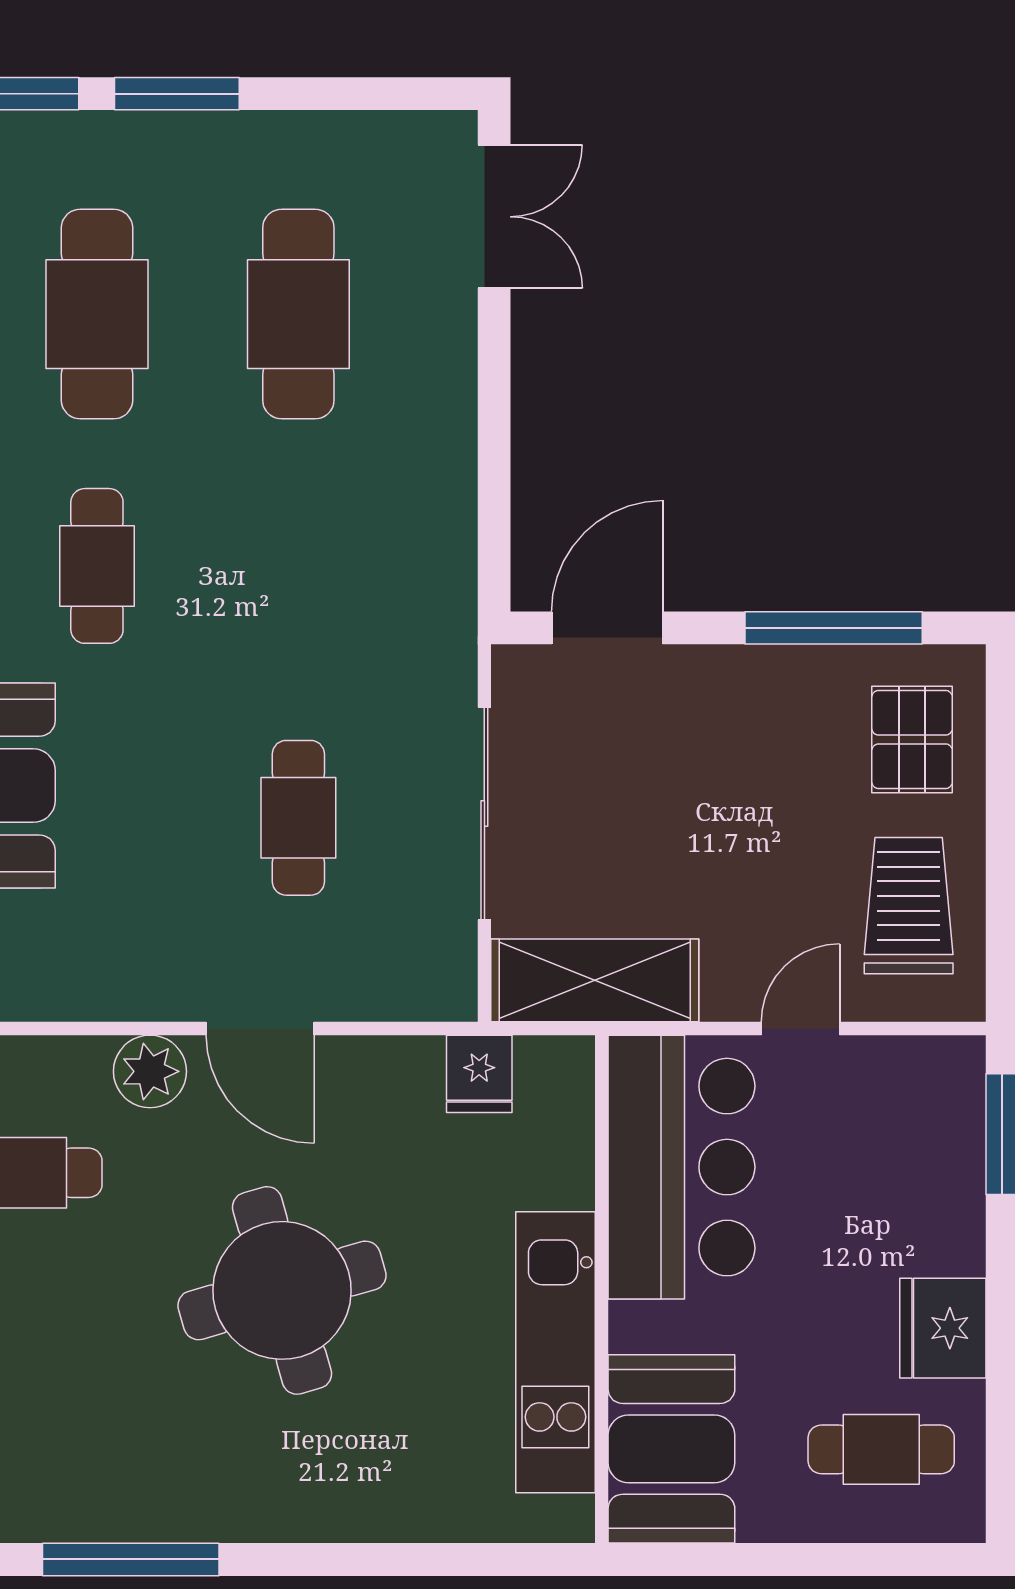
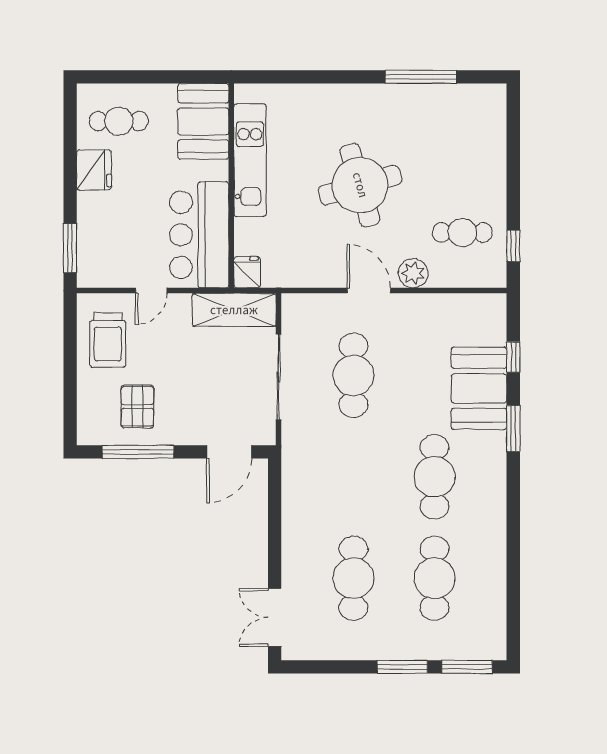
cafe table: (97, 566) -> (434, 477), width x1.37, depth x1.35
pallet: (912, 740) -> (137, 407), moved
cafe table: (298, 818) -> (353, 375), width x1.37, depth x1.35
fridge: (479, 1074) -> (247, 272), moved

